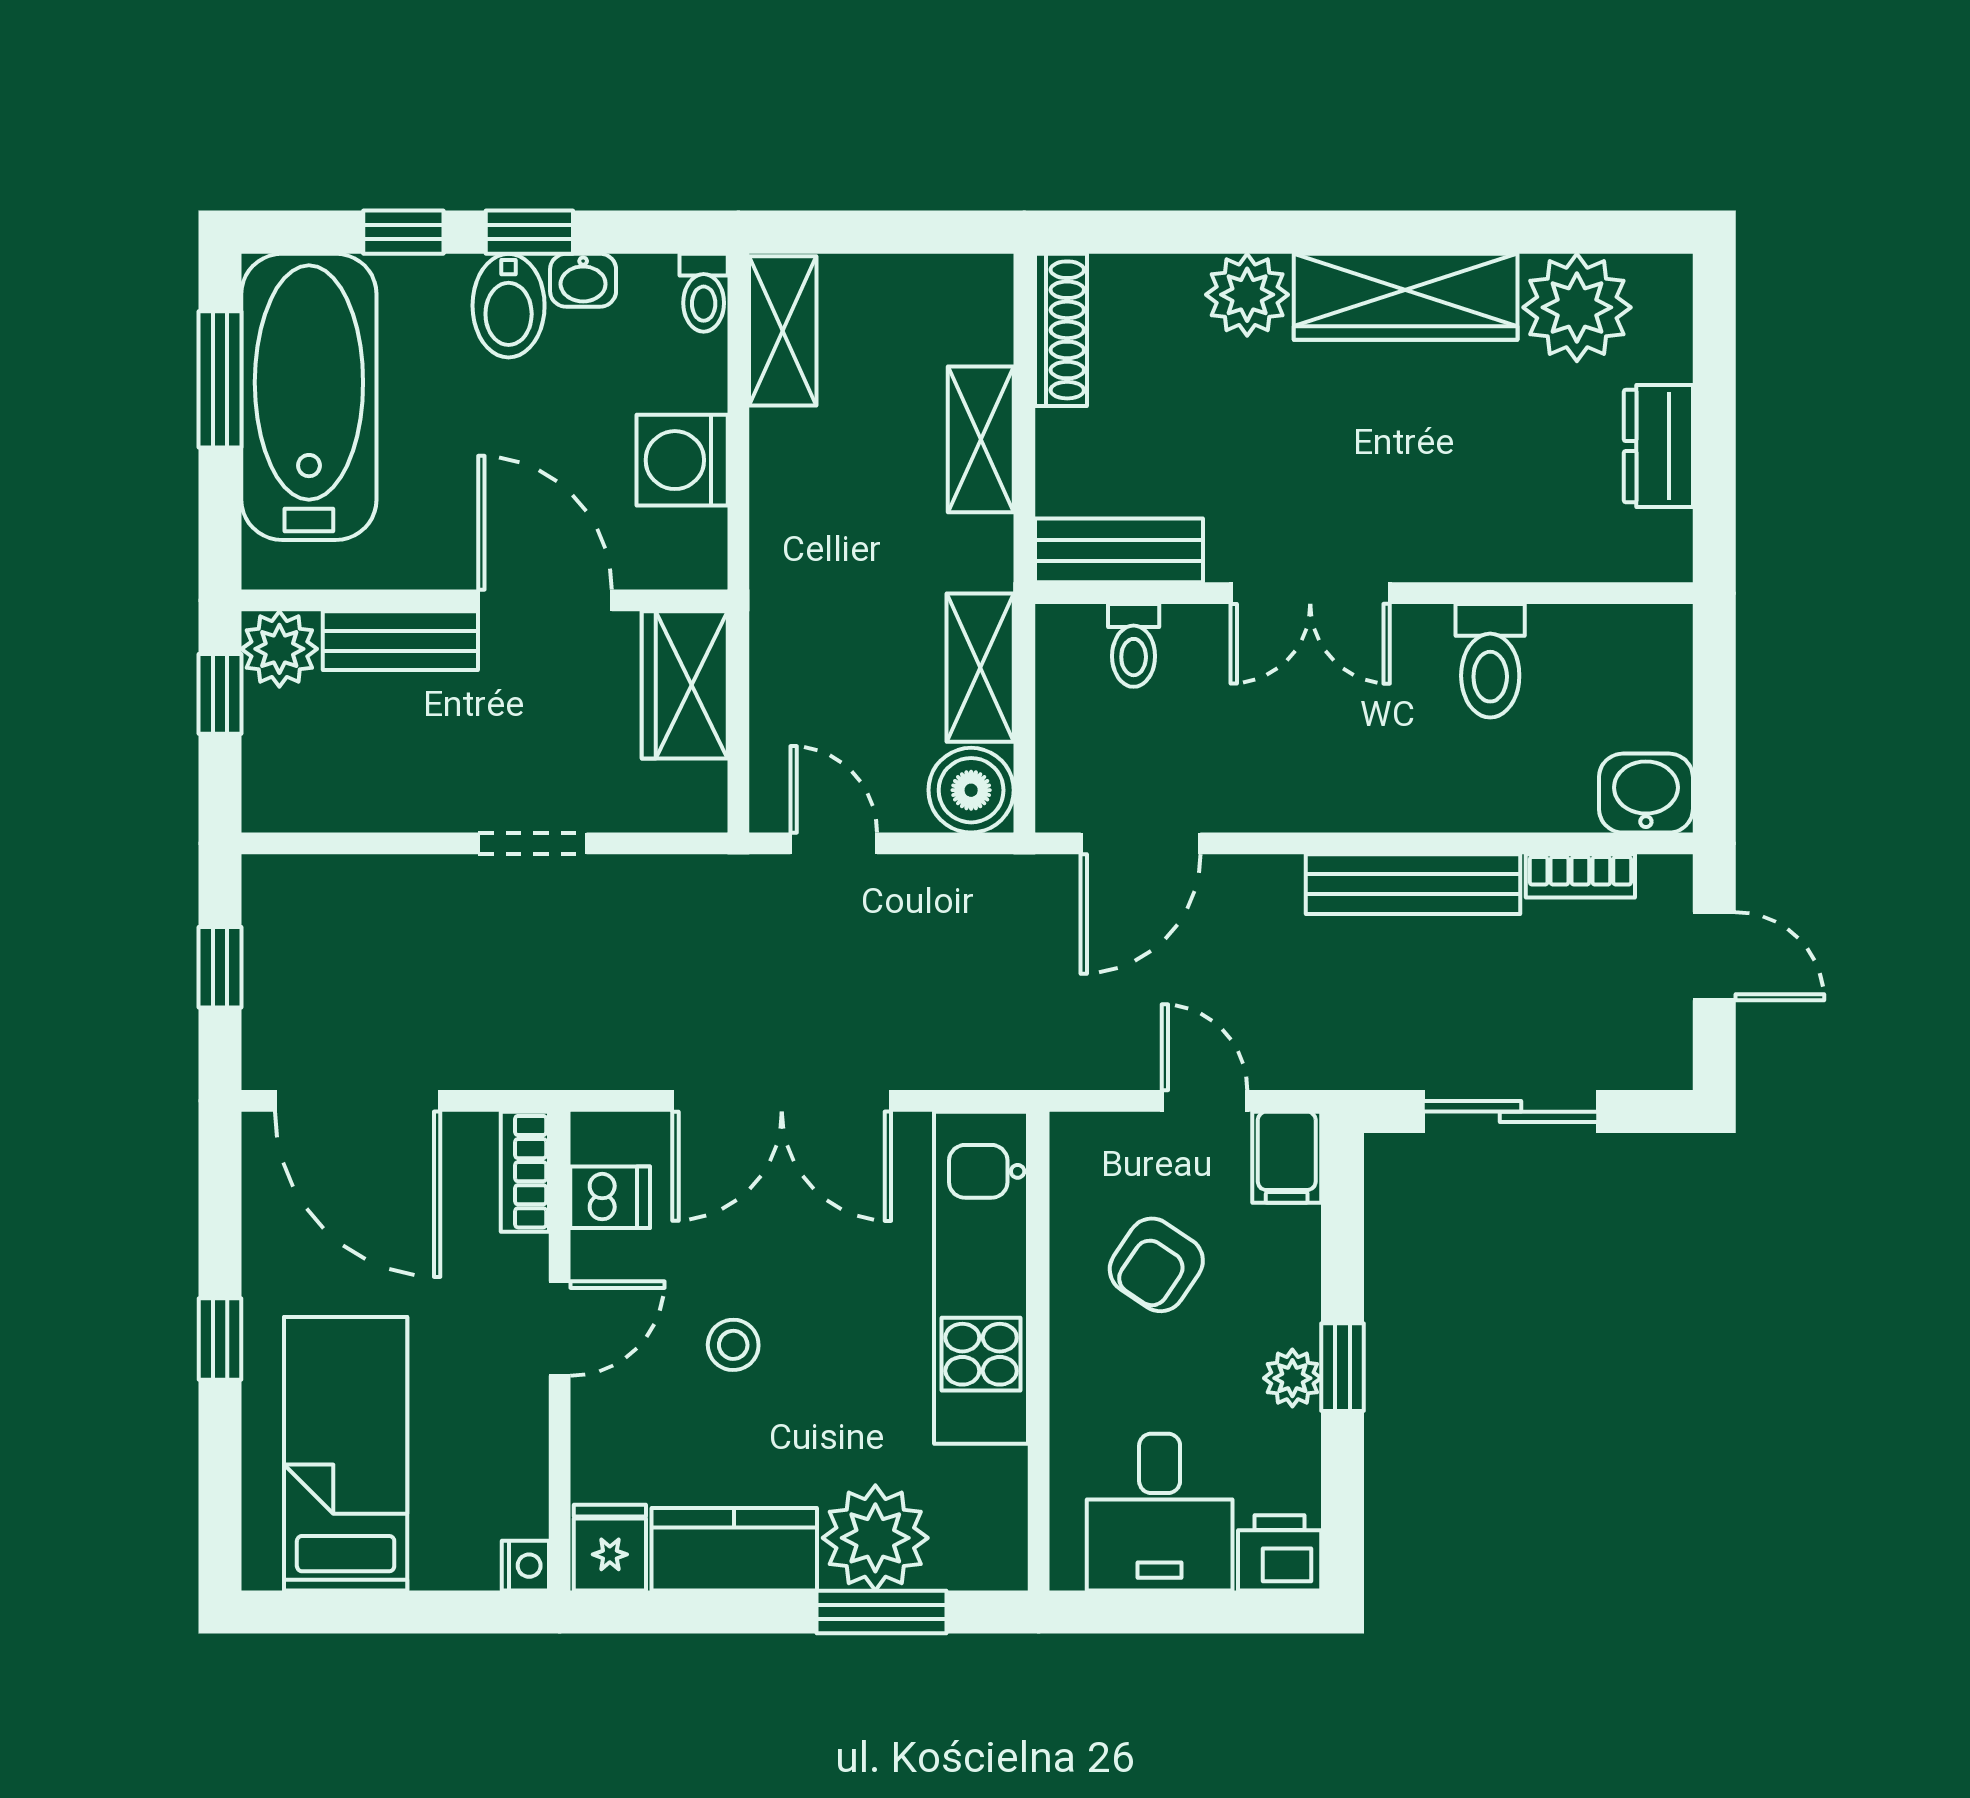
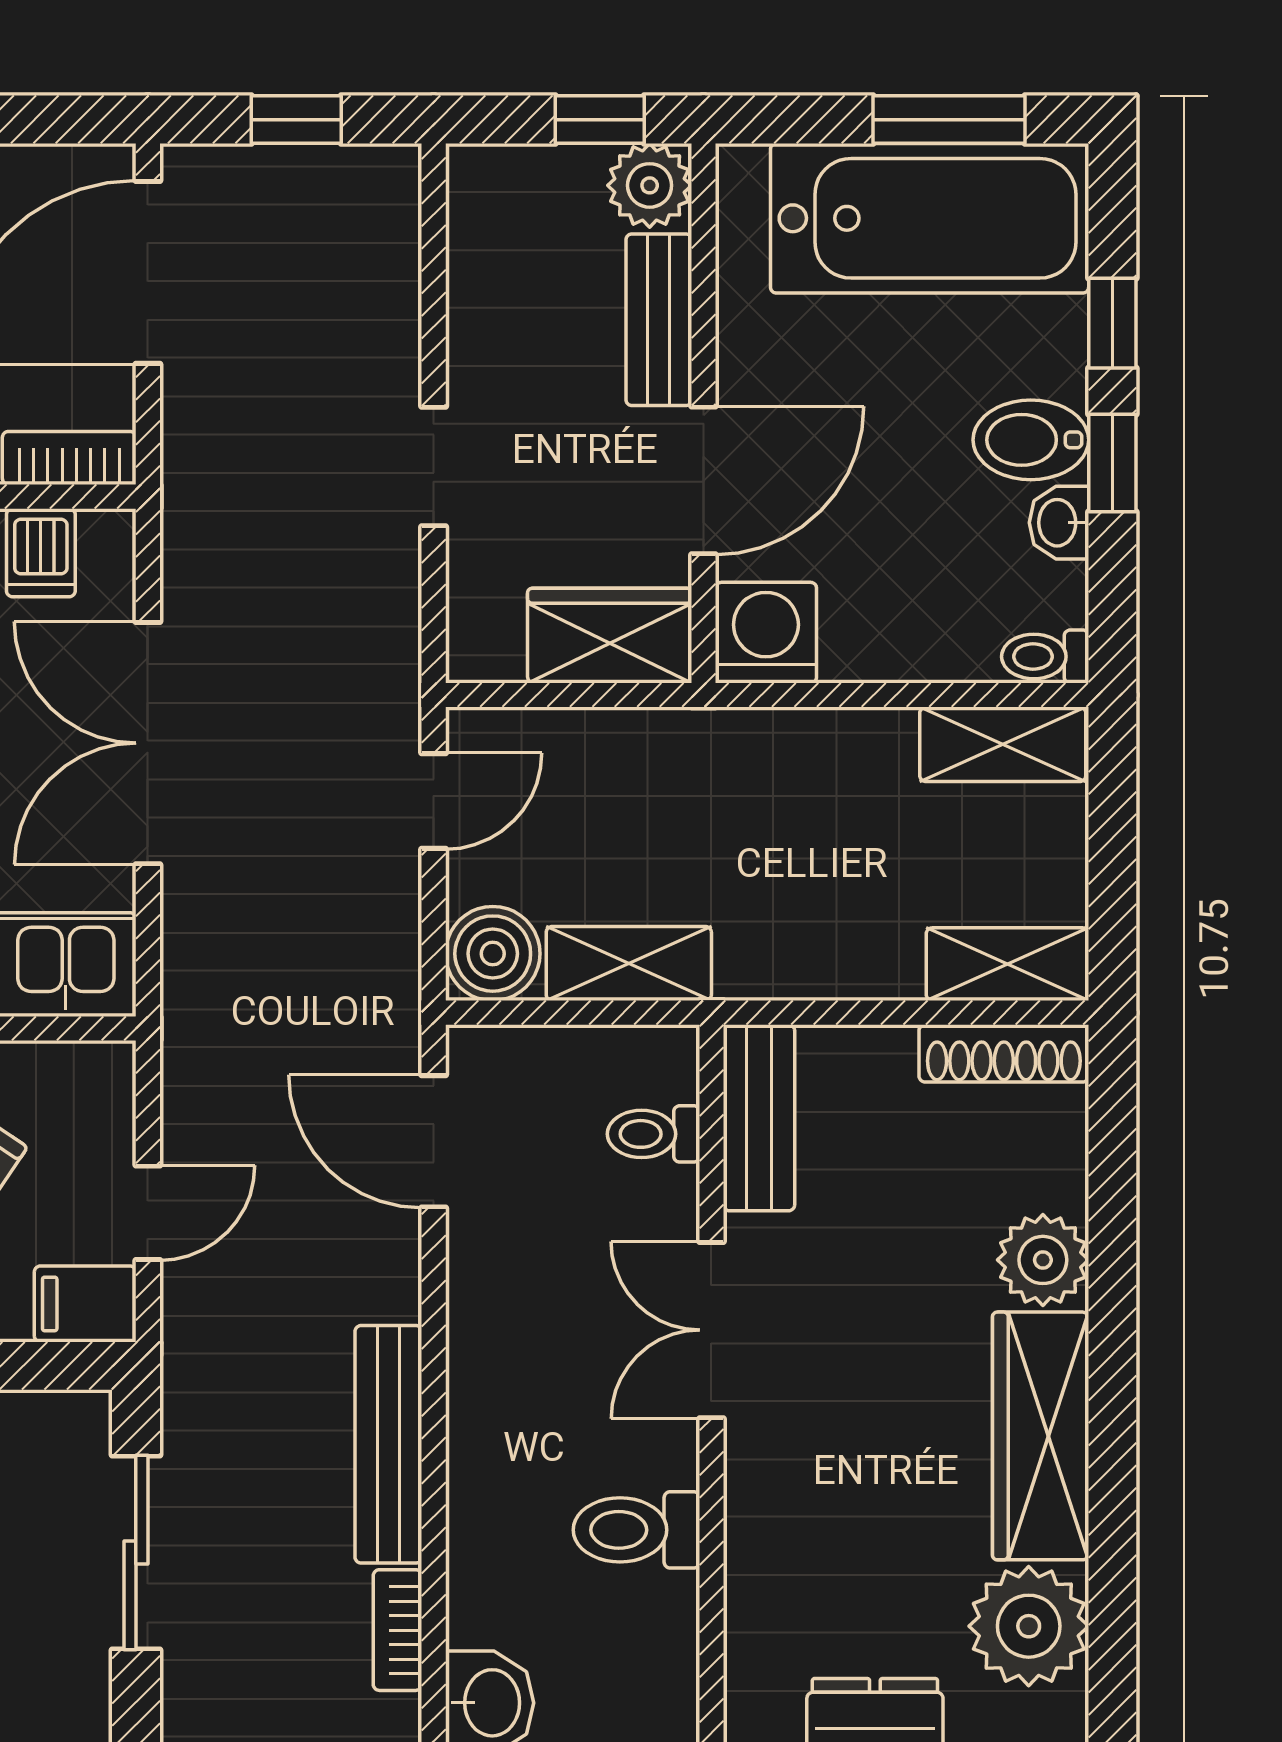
shelving: (981, 439) -> (1007, 964), moved
washing machine: (682, 460) -> (766, 633), moved

